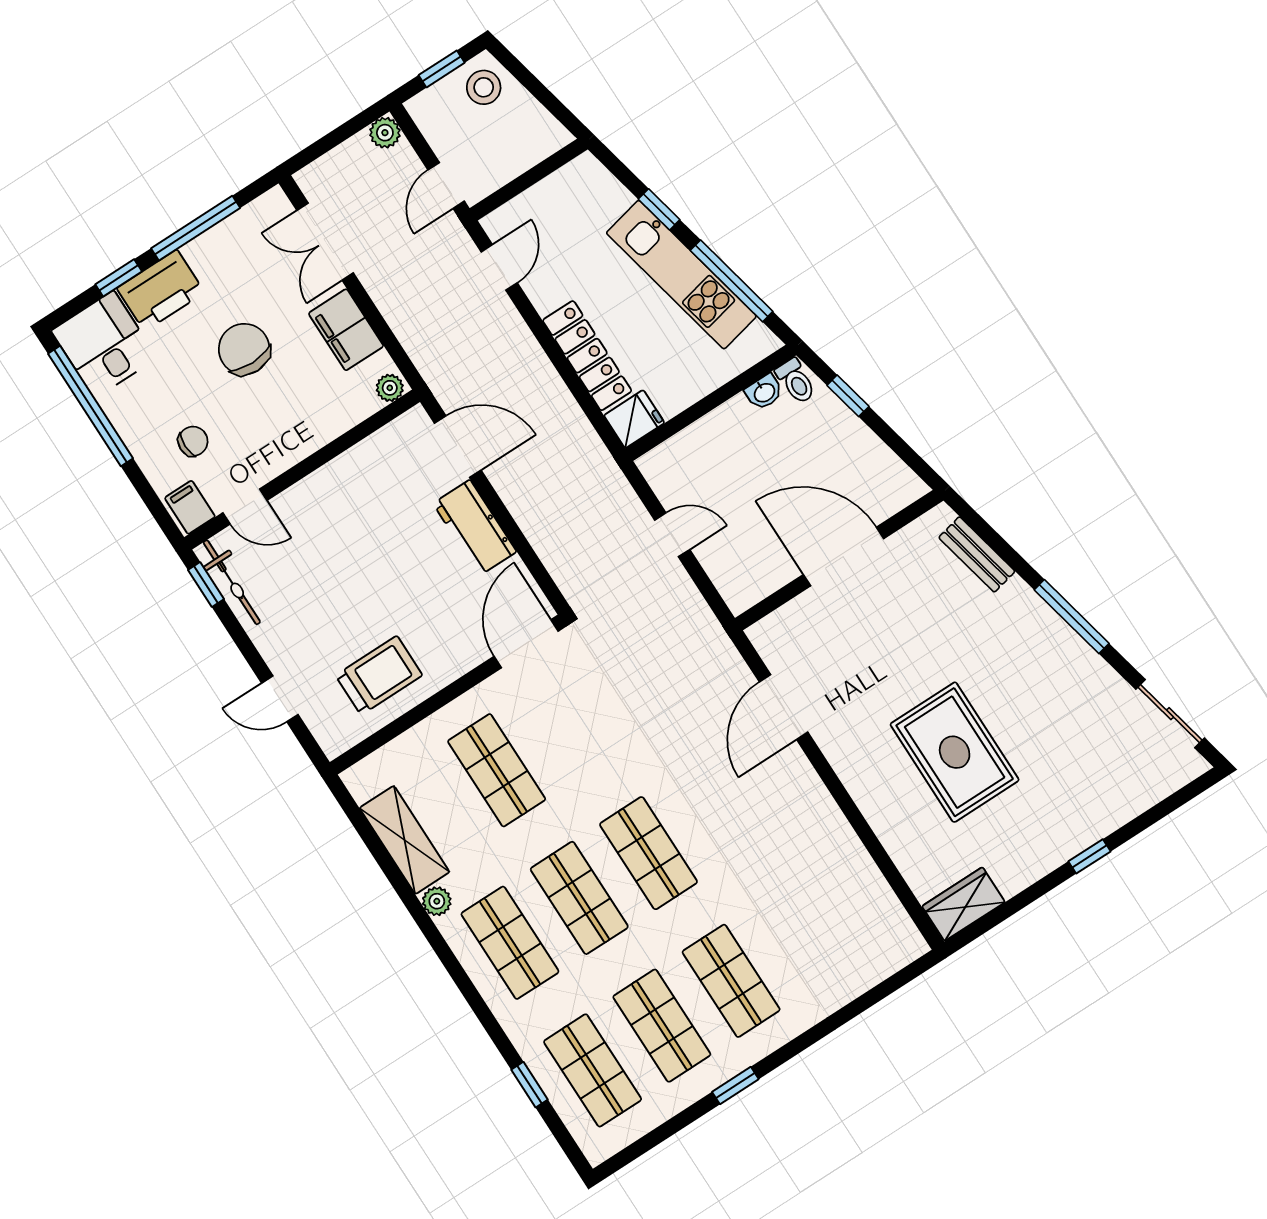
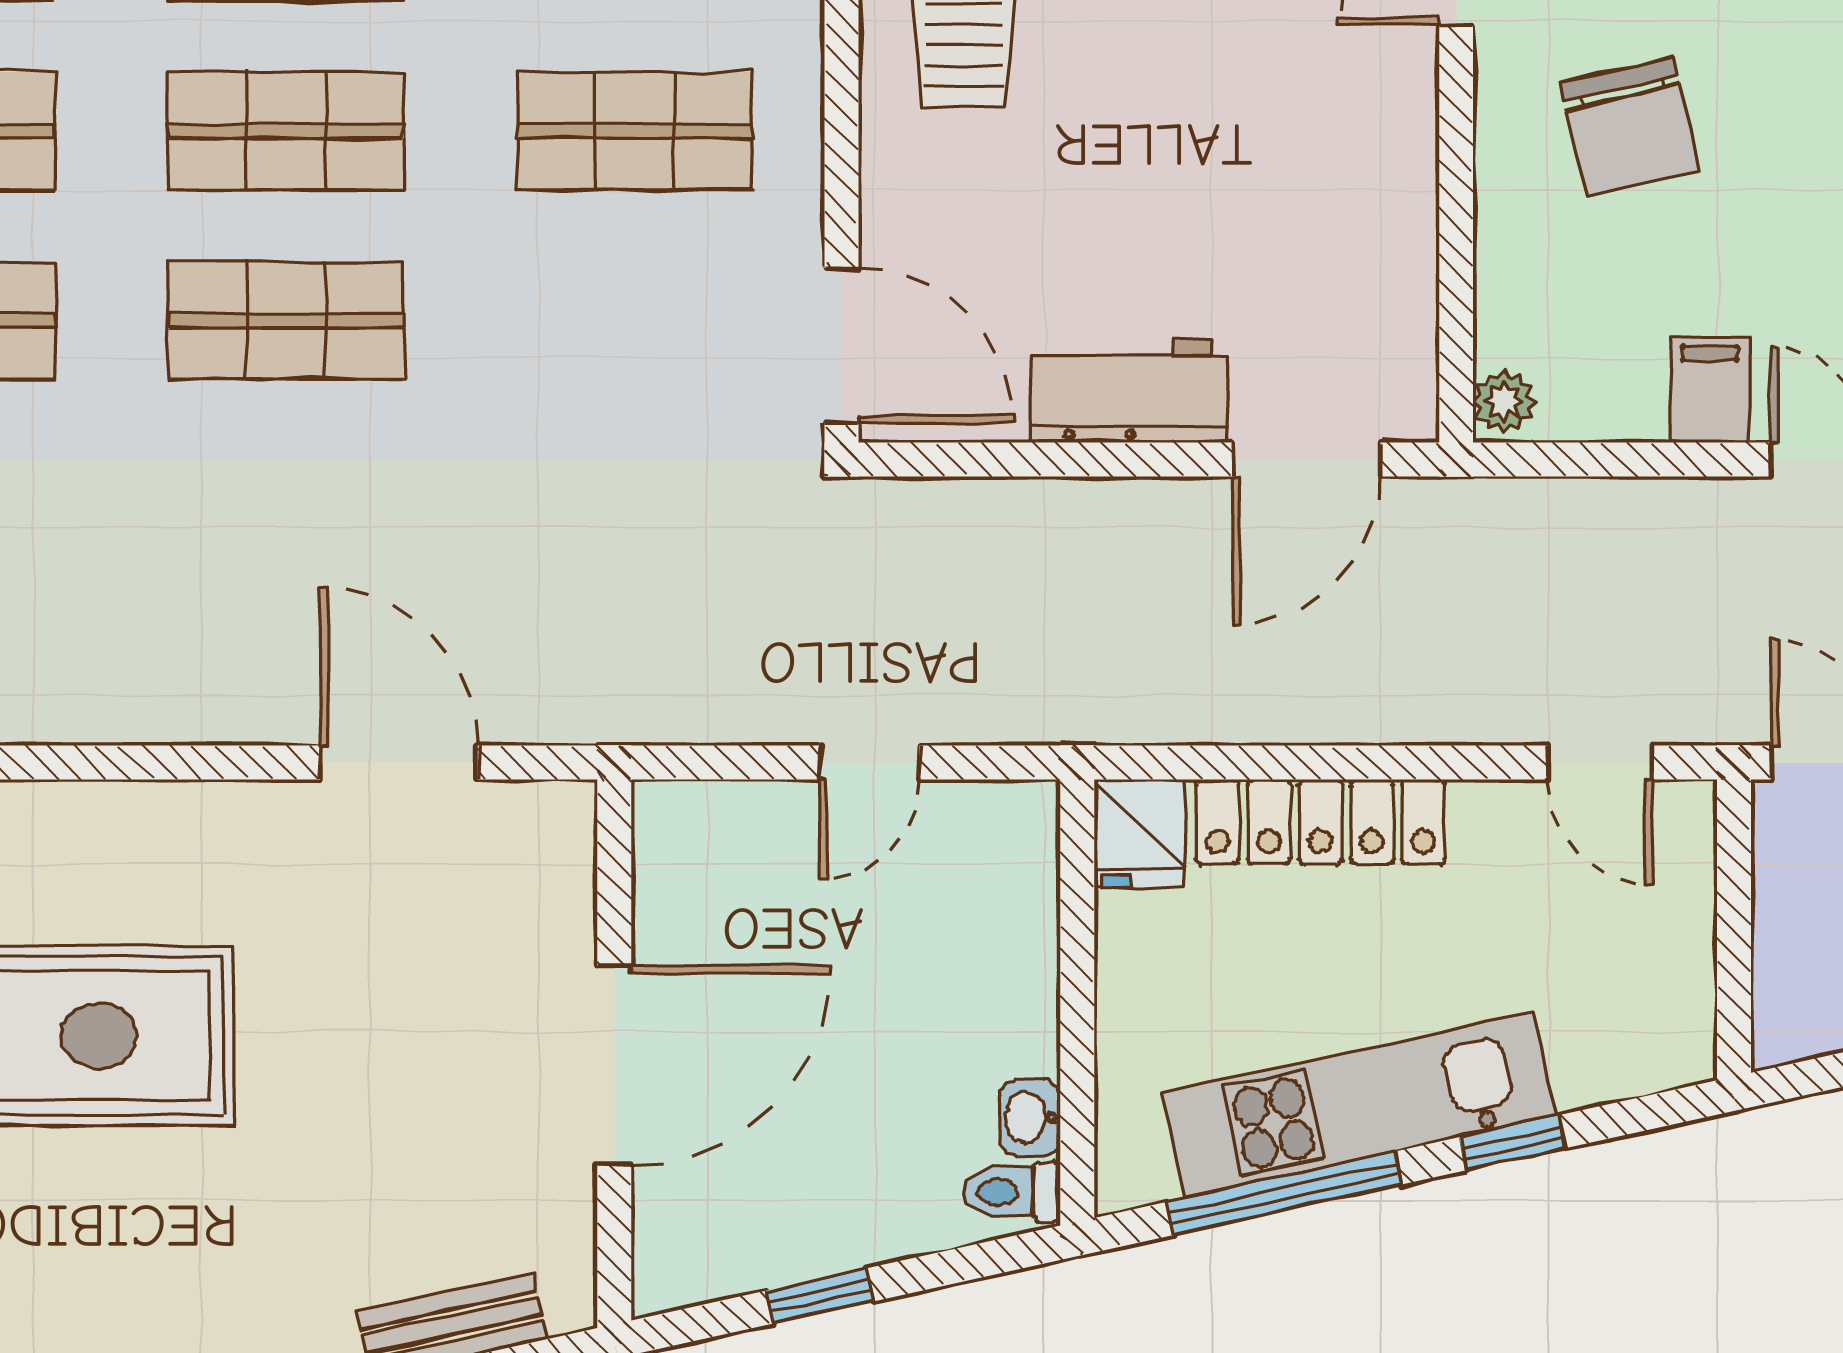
filing cabinet: (346, 330) -> (1710, 390), width x0.50
chair: (244, 349) -> (1630, 127), moved, turned 77
window: (848, 396) -> (820, 1296), moved

